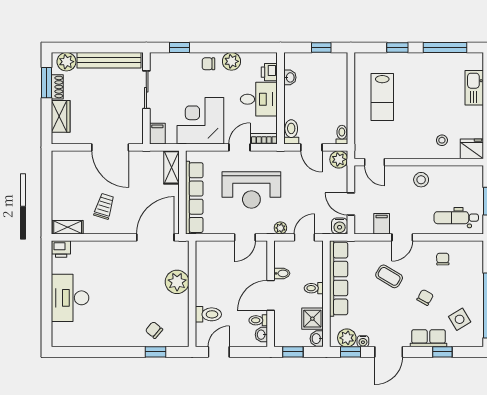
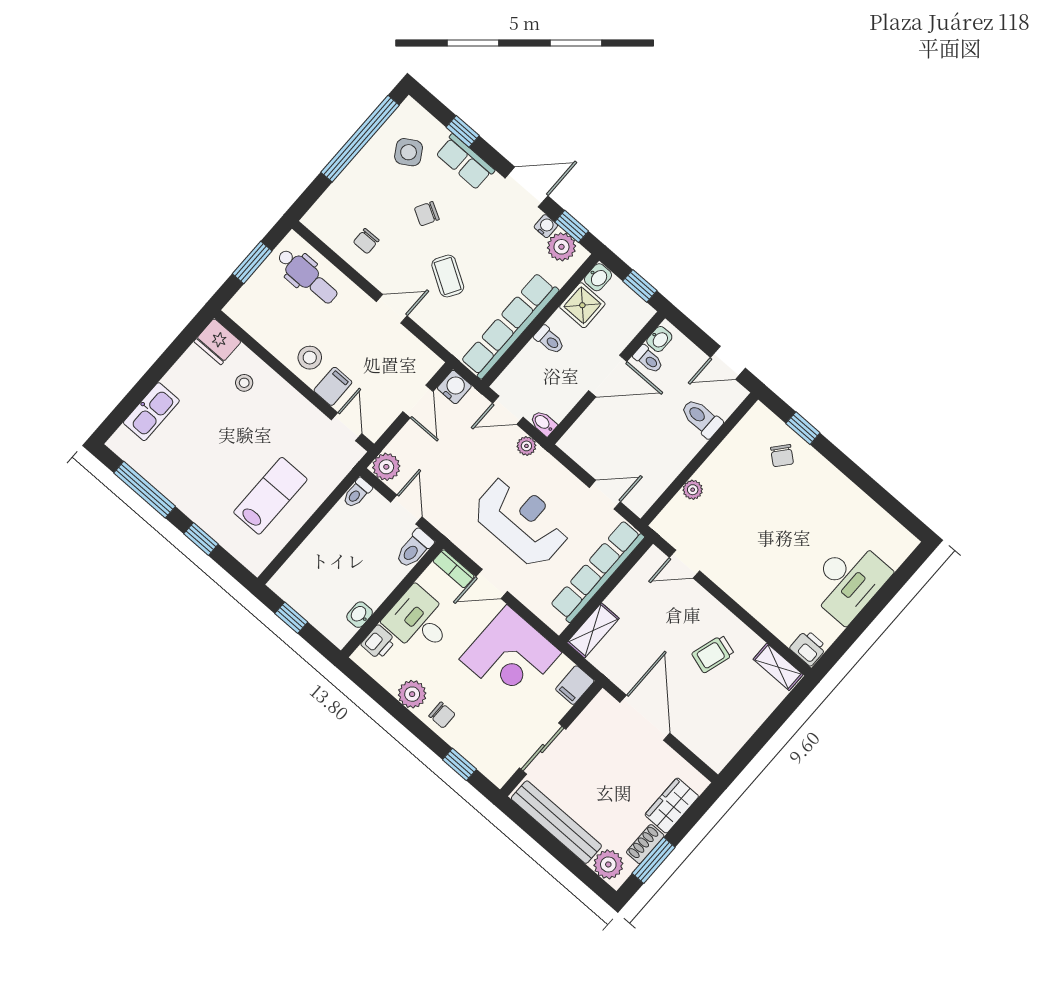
filing cabinet: (382, 224) -> (333, 386), moved, turned 180
door: (155, 237) -> (685, 564), width x0.53
door: (245, 237) -> (605, 495), moved
bidet: (282, 273) -> (543, 423), moved
plant: (177, 282) -> (693, 490), width x0.53, depth x0.53

